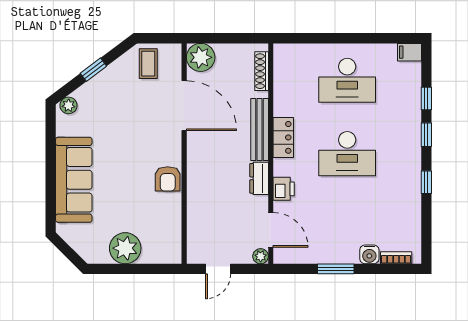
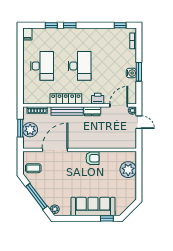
window: (226, 38) -> (20, 128), added
plant: (201, 57) -> (30, 130), moved
window: (93, 70) -> (36, 196), width x2.17
locker: (283, 137) -> (66, 99), width x1.53
window: (426, 182) -> (120, 25), moved
window: (51, 207) -> (107, 218), added
plant: (125, 248) -> (128, 170), moved
water cooler: (369, 254) -> (131, 73), moved
door: (218, 269) -> (139, 122), moved

